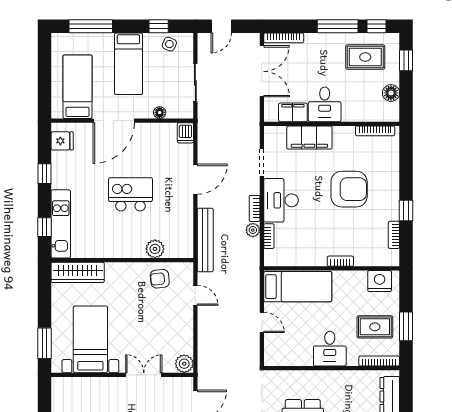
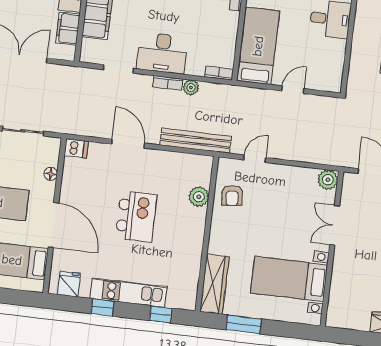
kitchen island: (130, 194) -> (136, 216), turned 180
kitchen unit: (61, 224) -> (129, 293), moved
bookcase: (269, 236) -> (219, 73), moved
window: (44, 343) -> (244, 324), moved

